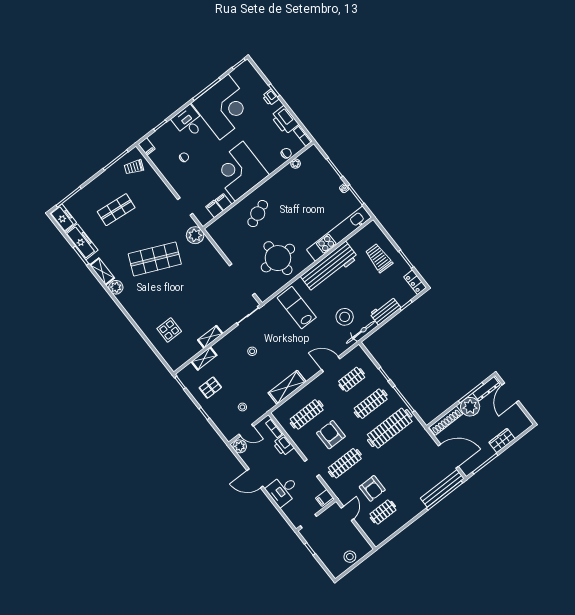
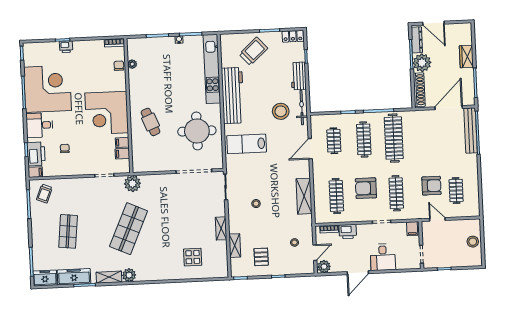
printer: (285, 120) -> (36, 154), moved, turned -90
trolley: (379, 258) -> (253, 51), turned 137

